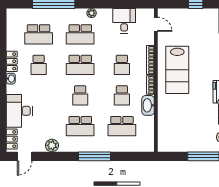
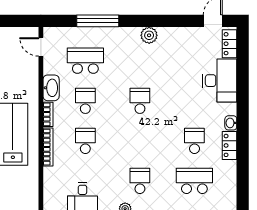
door: (156, 24) -> (41, 47), moved
school desk: (80, 34) -> (140, 181), width x0.54
school desk: (80, 65) -> (140, 141), removed
school desk: (80, 126) -> (140, 61), removed
plant: (52, 145) -> (149, 35), moved
window: (94, 156) -> (98, 21), moved

